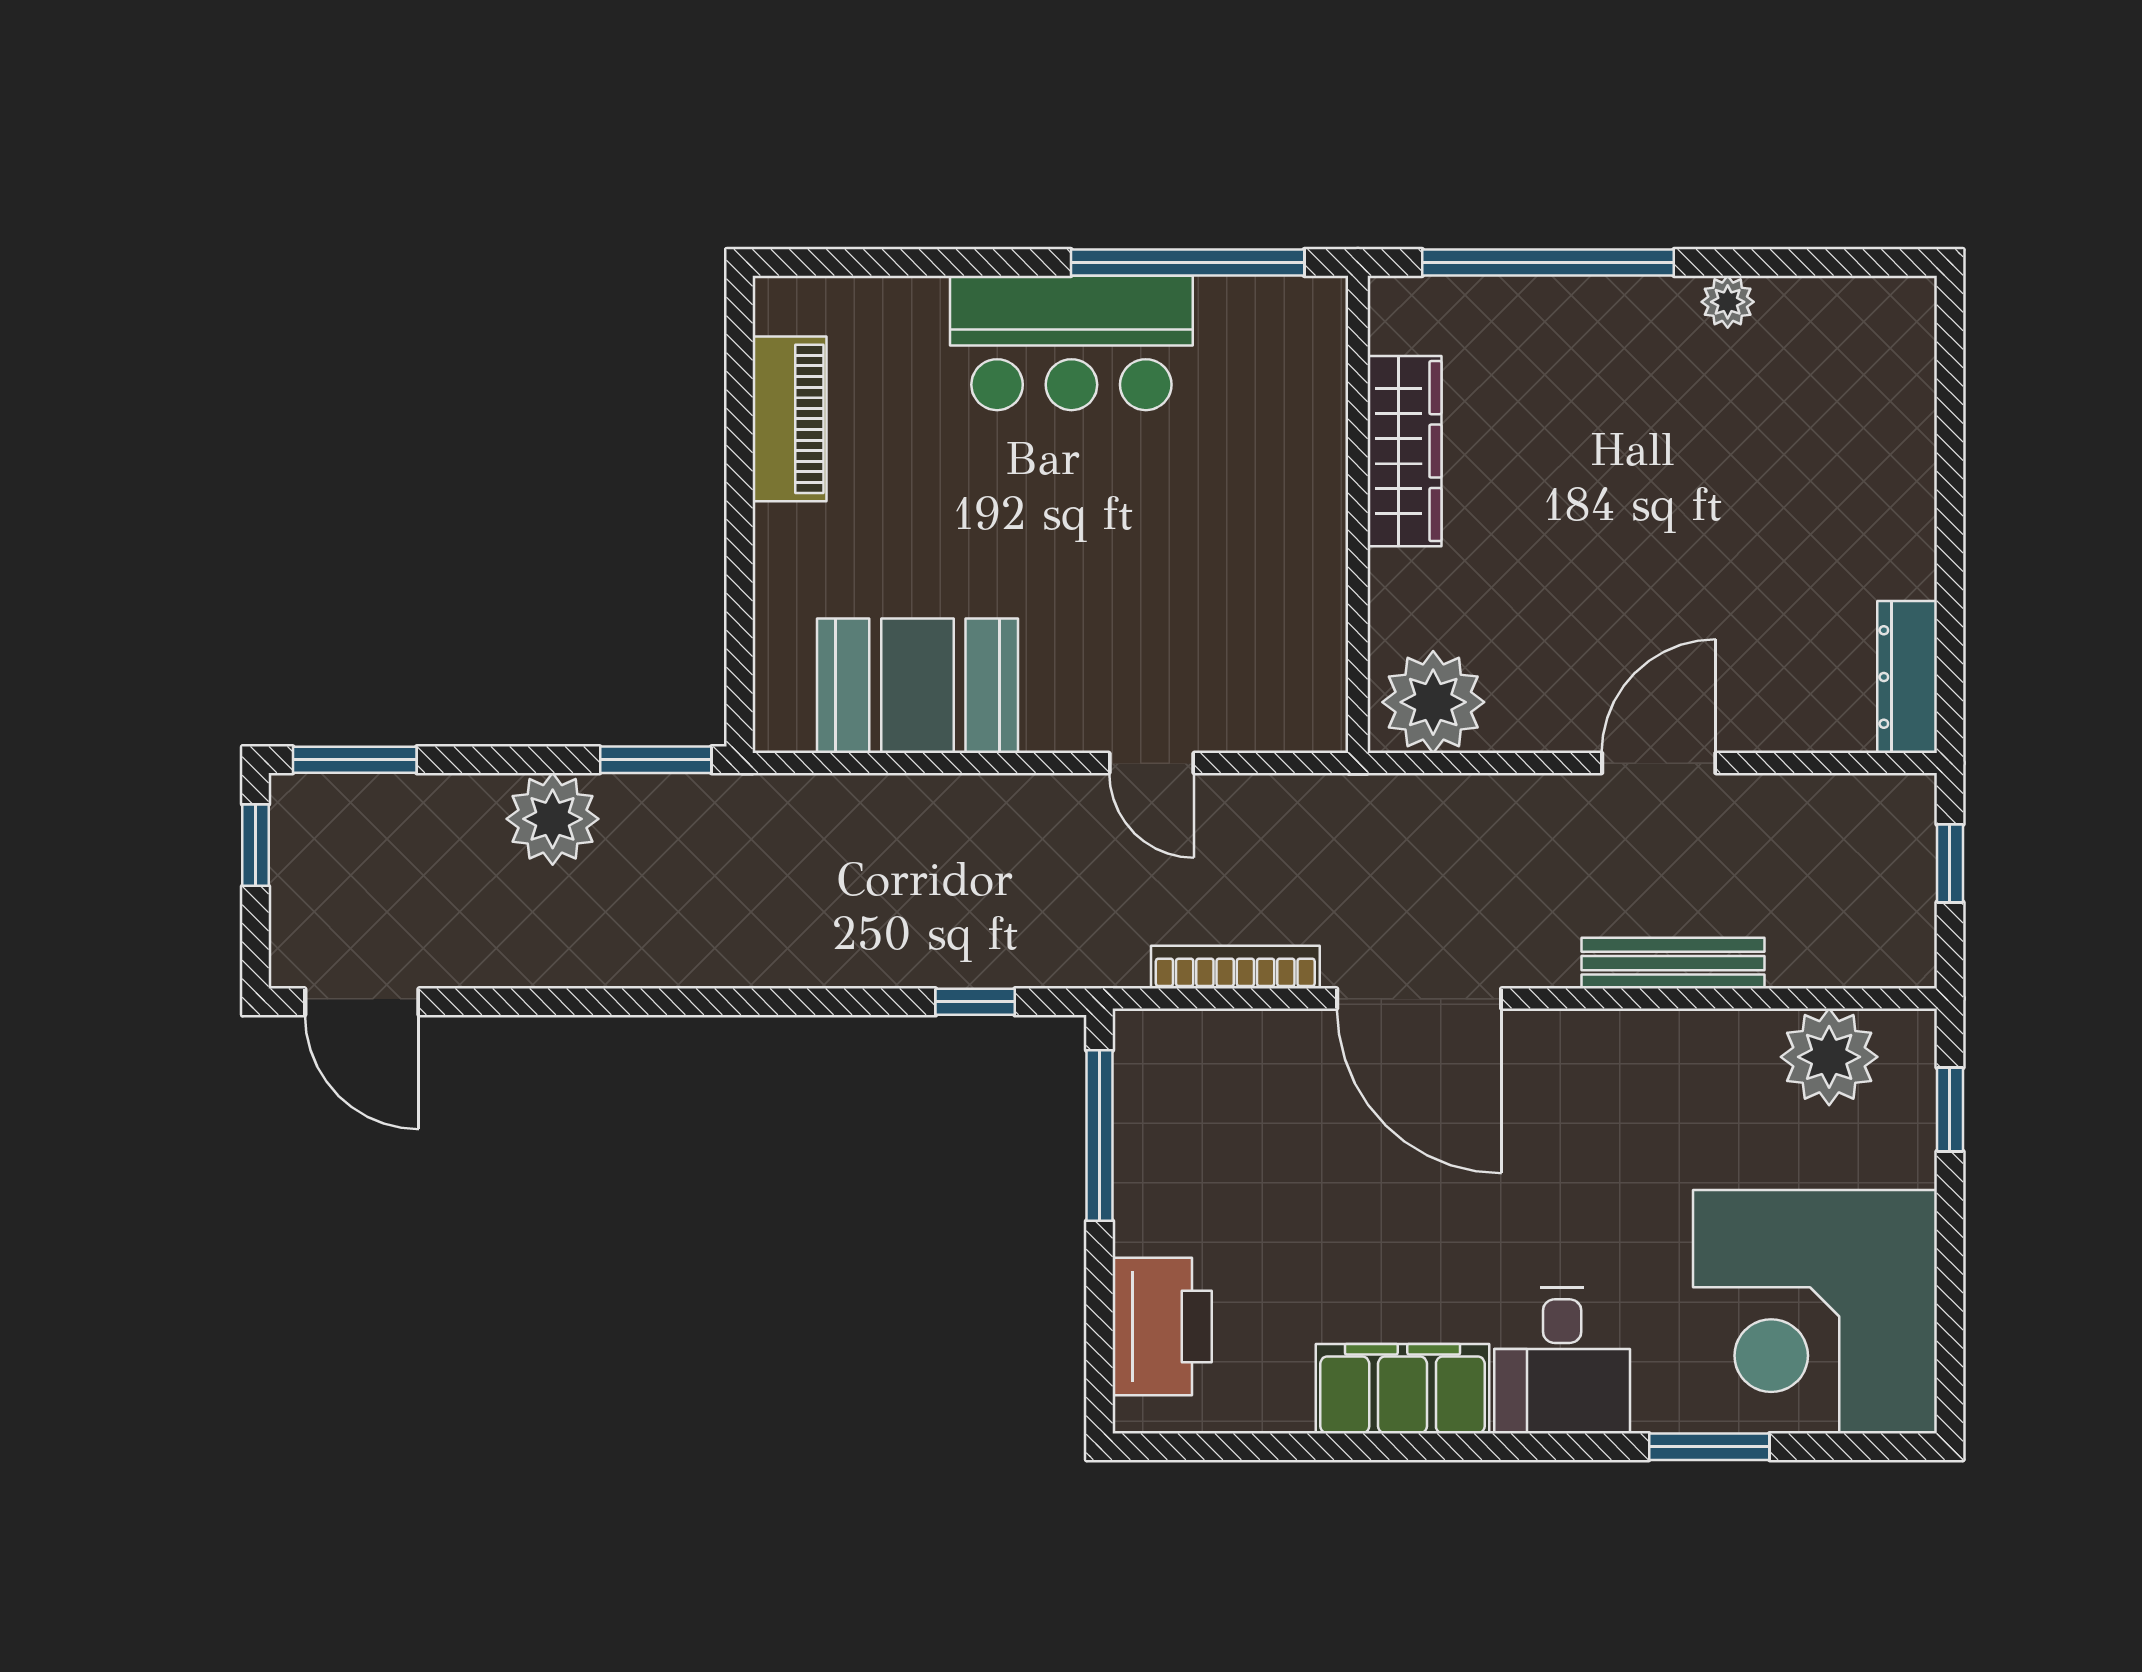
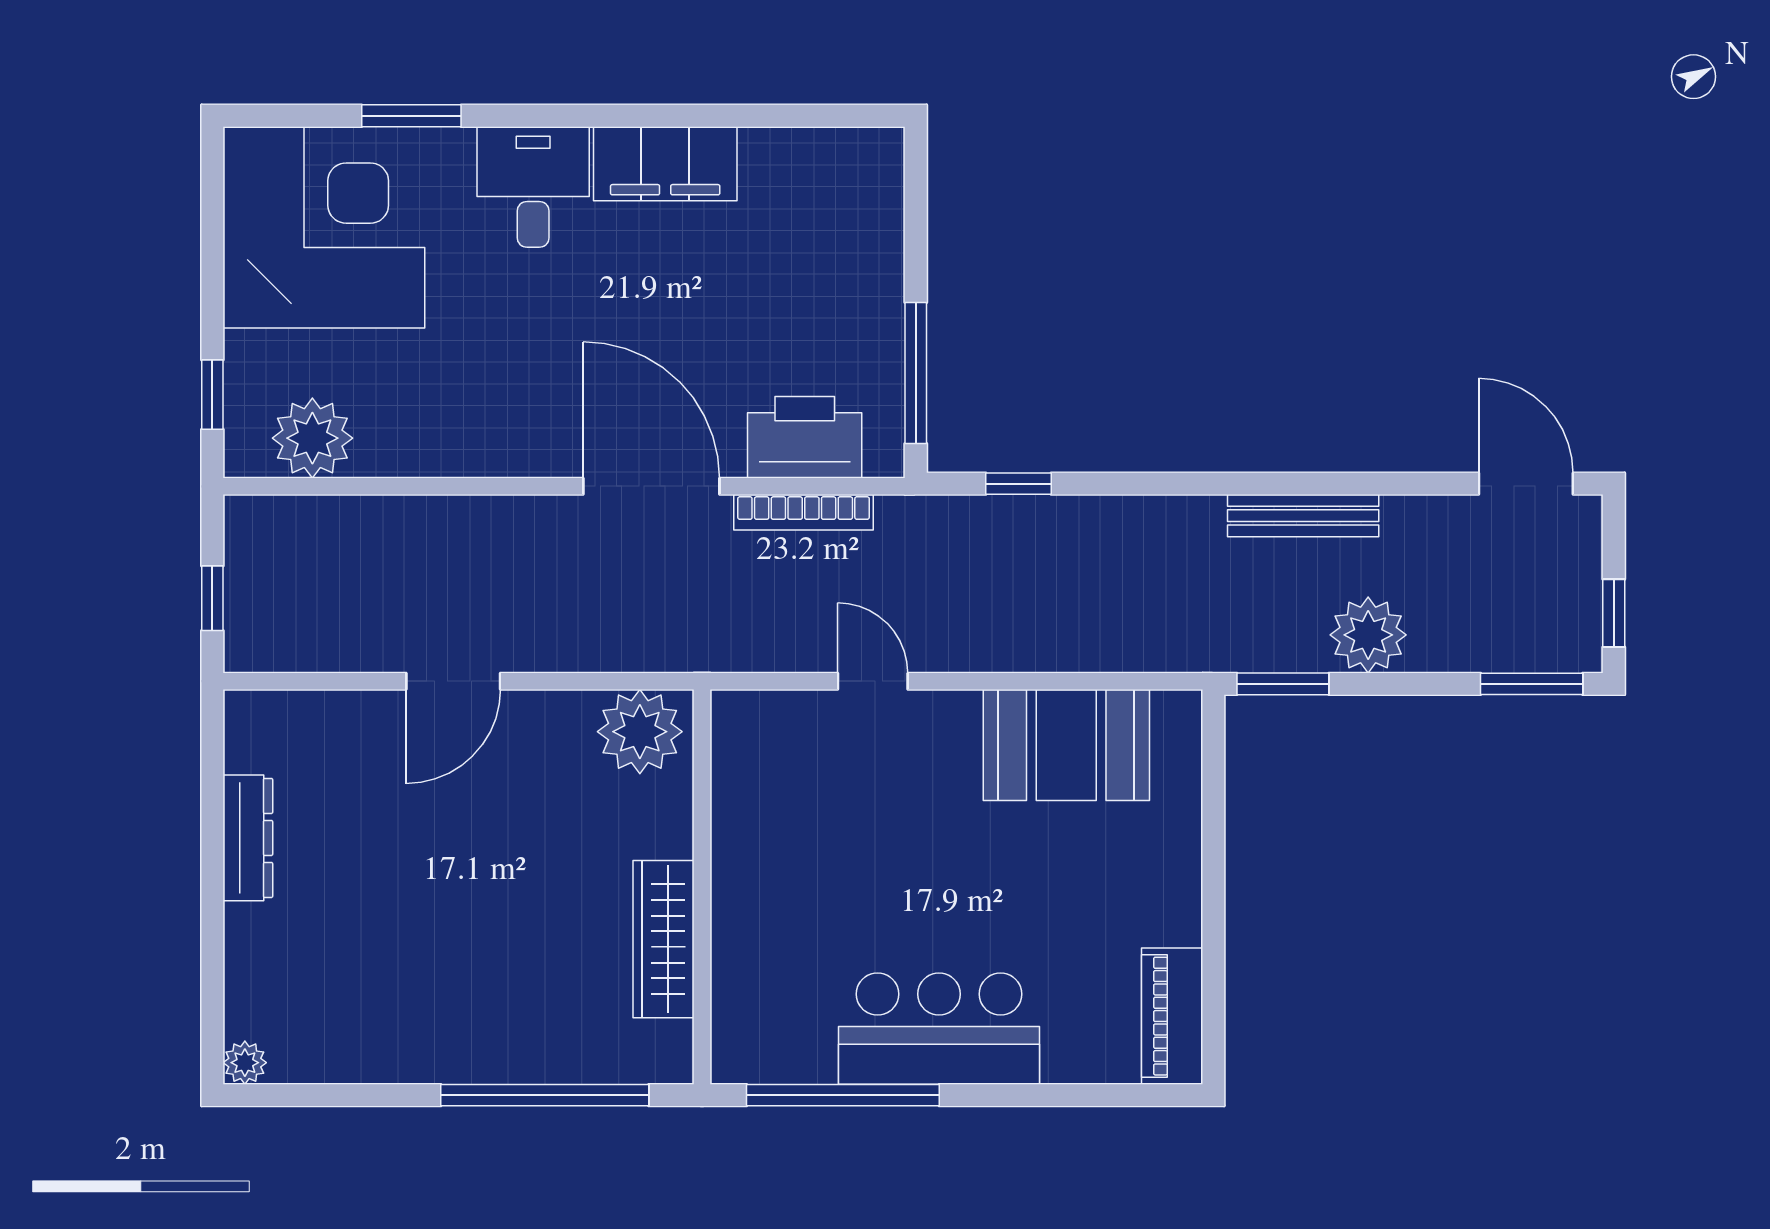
plant: (1728, 302) -> (245, 1063), moved
piano: (790, 419) -> (1172, 1016), moved
dresser: (1907, 677) -> (248, 838), moved
bench: (1673, 963) -> (1303, 516), moved
printer: (1162, 1326) -> (805, 437), moved, turned 90

